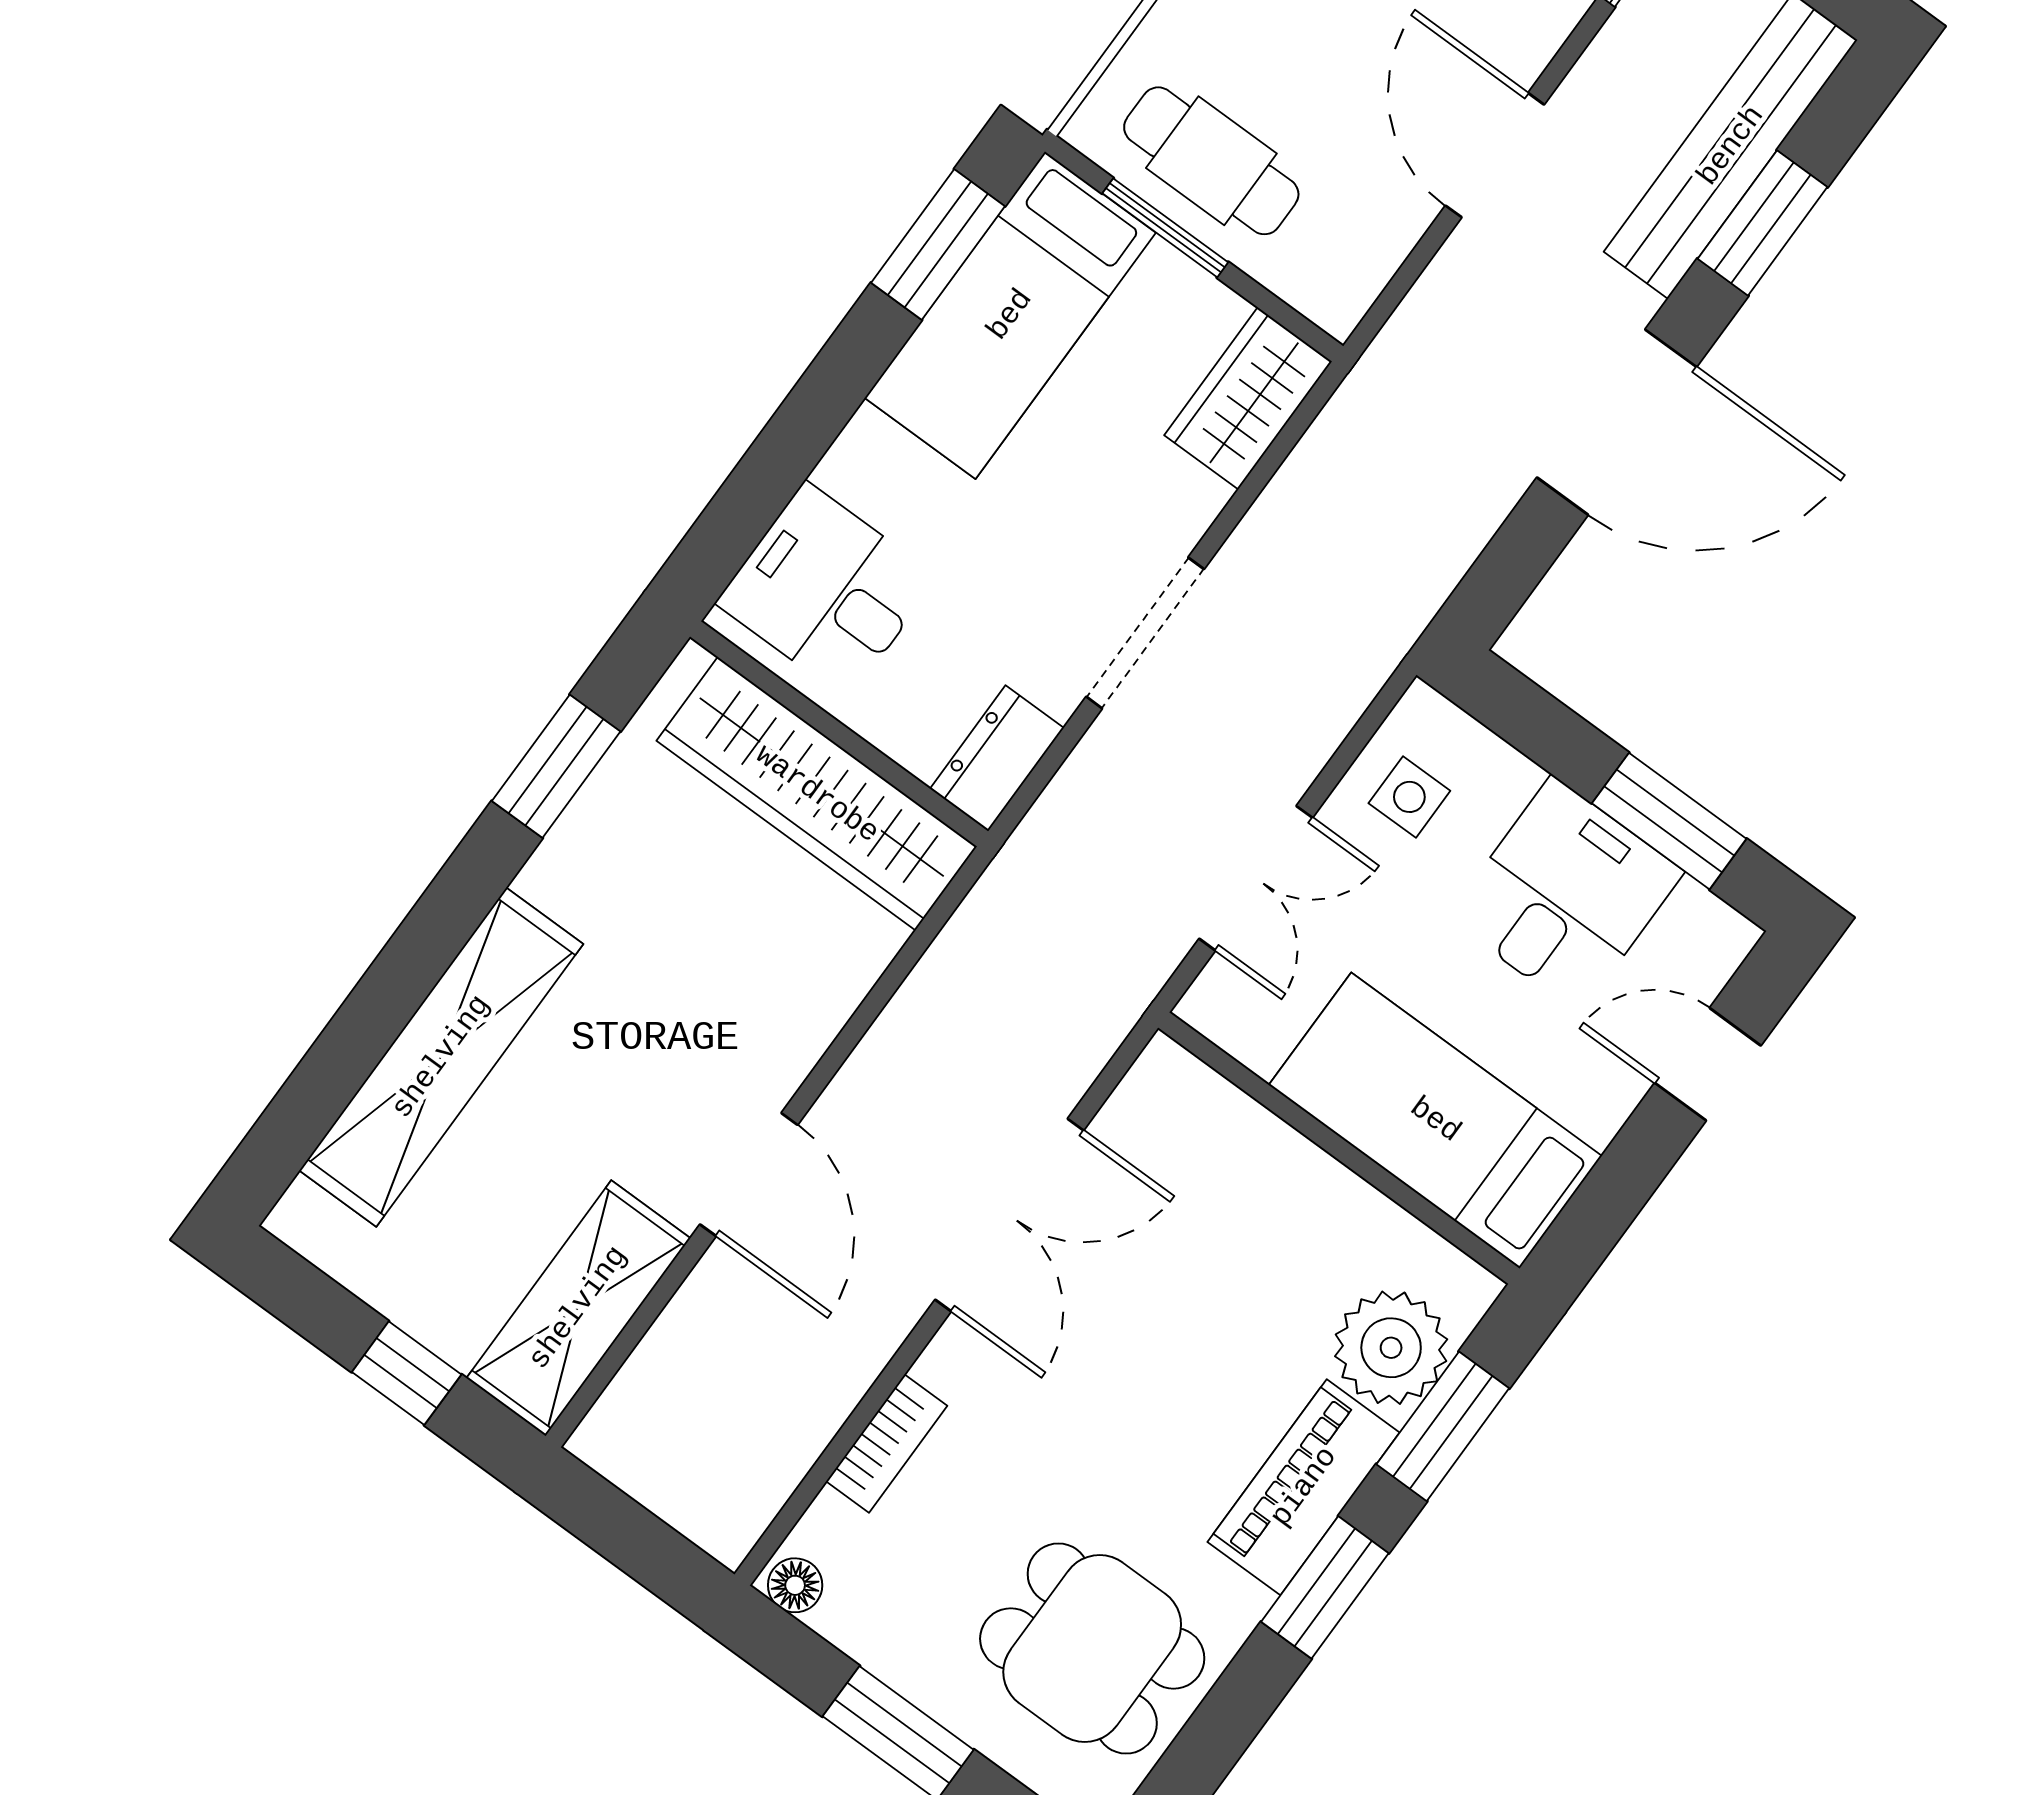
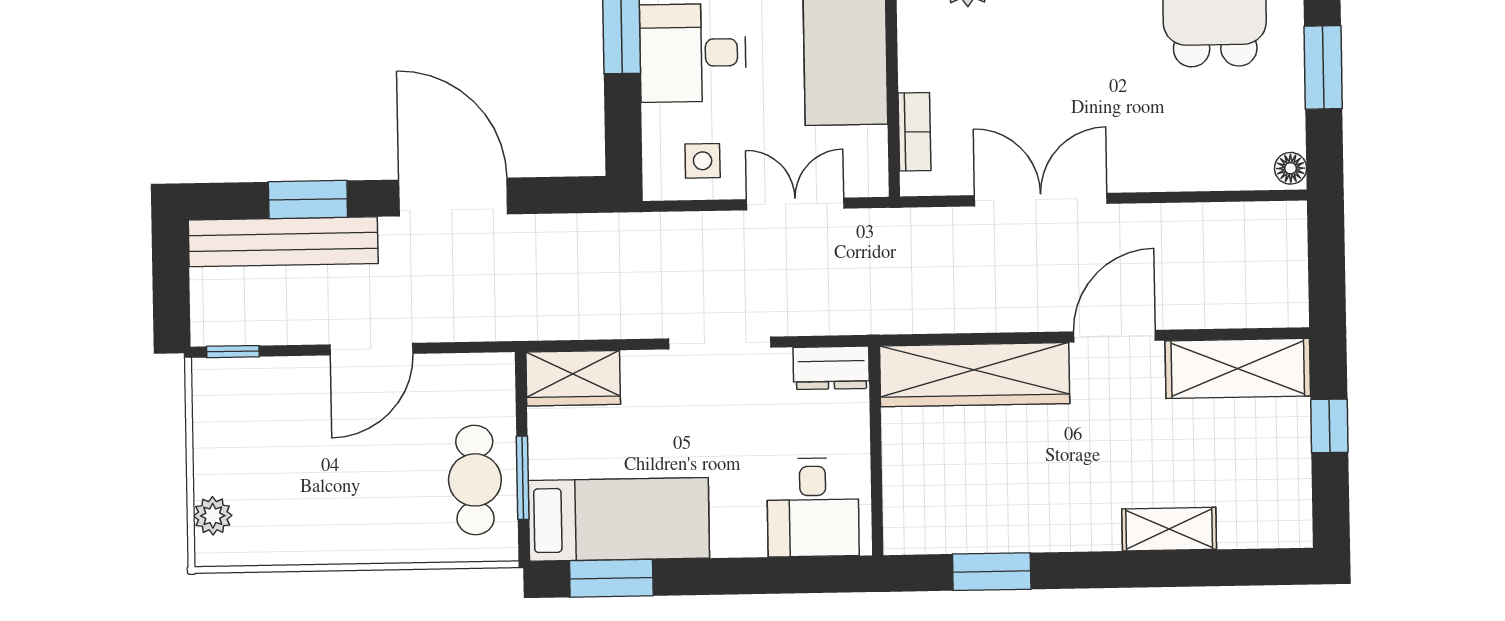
wardrobe: (817, 794) -> (975, 375), moved, turned 90
shelving: (441, 1057) -> (1169, 529), width x0.45, depth x0.75
bookcase: (887, 1443) -> (914, 132), moved, turned 90

